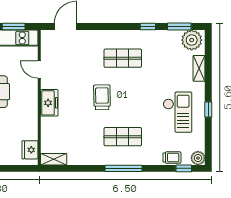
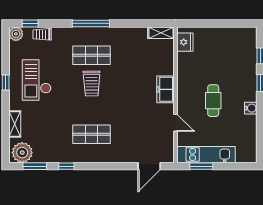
trolley: (102, 97) -> (92, 83), moved

